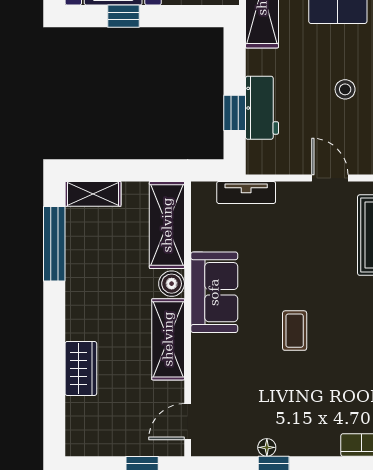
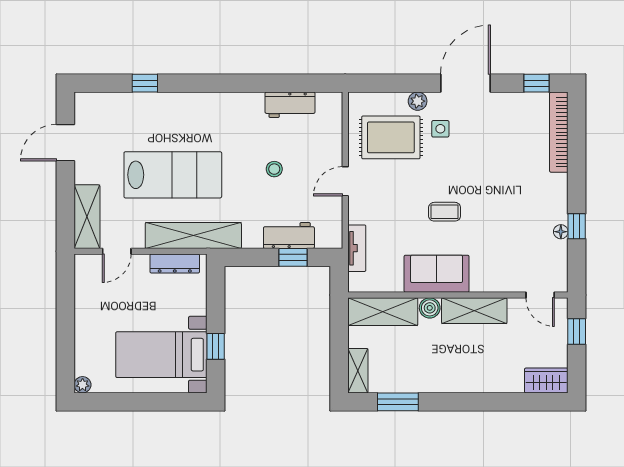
window: (54, 244) -> (398, 402), width x0.69
coffee table: (295, 331) -> (445, 212), moved
wardrobe: (81, 368) -> (546, 381), moved

